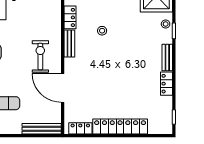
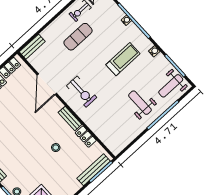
door: (63, 88) -> (47, 84), swing flipped
bench: (42, 129) -> (32, 47), width x0.73

